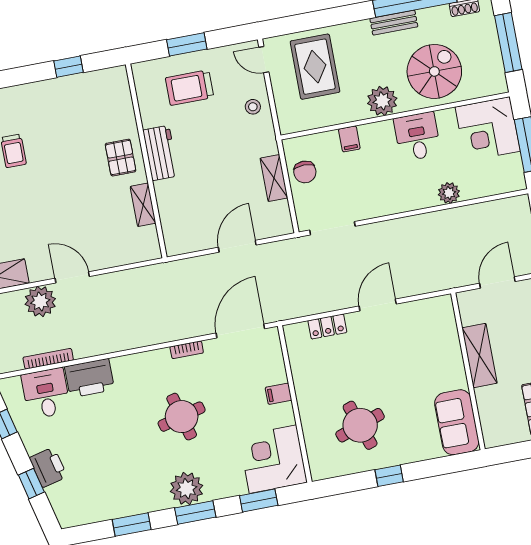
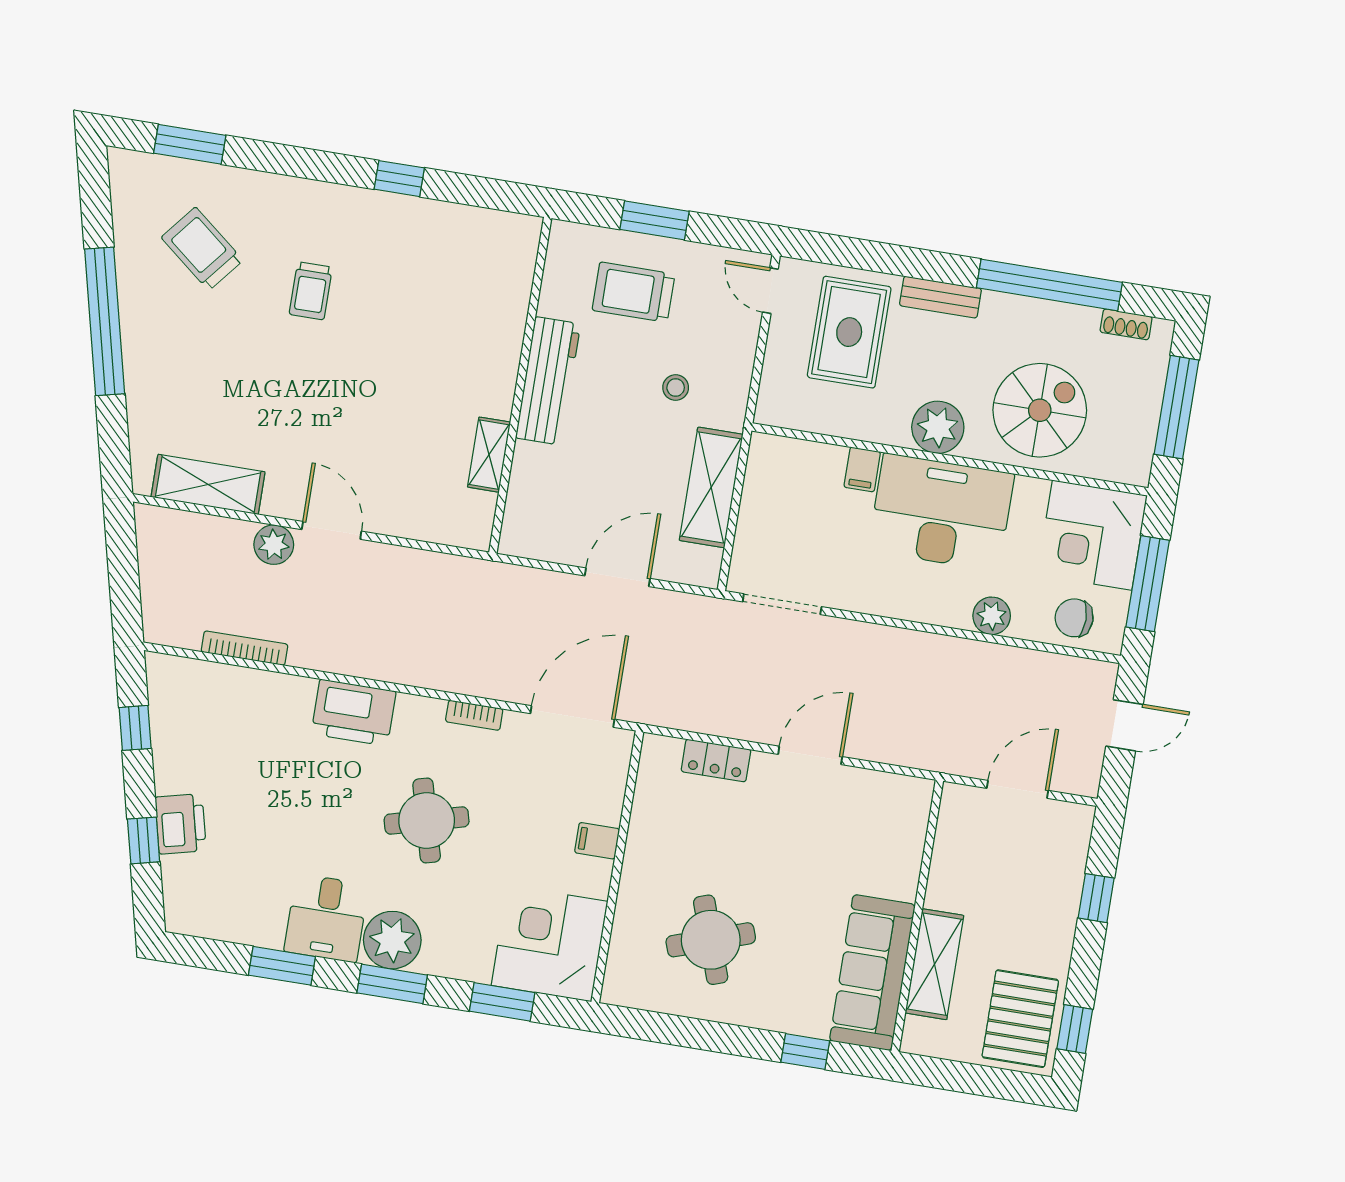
bench: (394, 23) -> (940, 297), moved
window: (69, 67) -> (399, 179), moved
stool: (253, 107) -> (676, 388), moved
desk: (417, 137) -> (941, 512), width x1.87, depth x1.30
workbench: (161, 153) -> (548, 381), width x1.38
pallet: (121, 158) -> (480, 365), removed
chair: (305, 172) -> (1074, 618), moved, turned 90
shelving: (274, 178) -> (711, 487), width x1.50, depth x1.33
plant: (40, 301) -> (274, 545), width x0.73, depth x0.73
shelving: (480, 356) -> (934, 964), moved
printer: (89, 378) -> (354, 713), moved
desk: (46, 393) -> (326, 918), moved, turned 180
sofa: (457, 422) -> (872, 973), width x1.36
window: (389, 476) -> (805, 1052), moved

